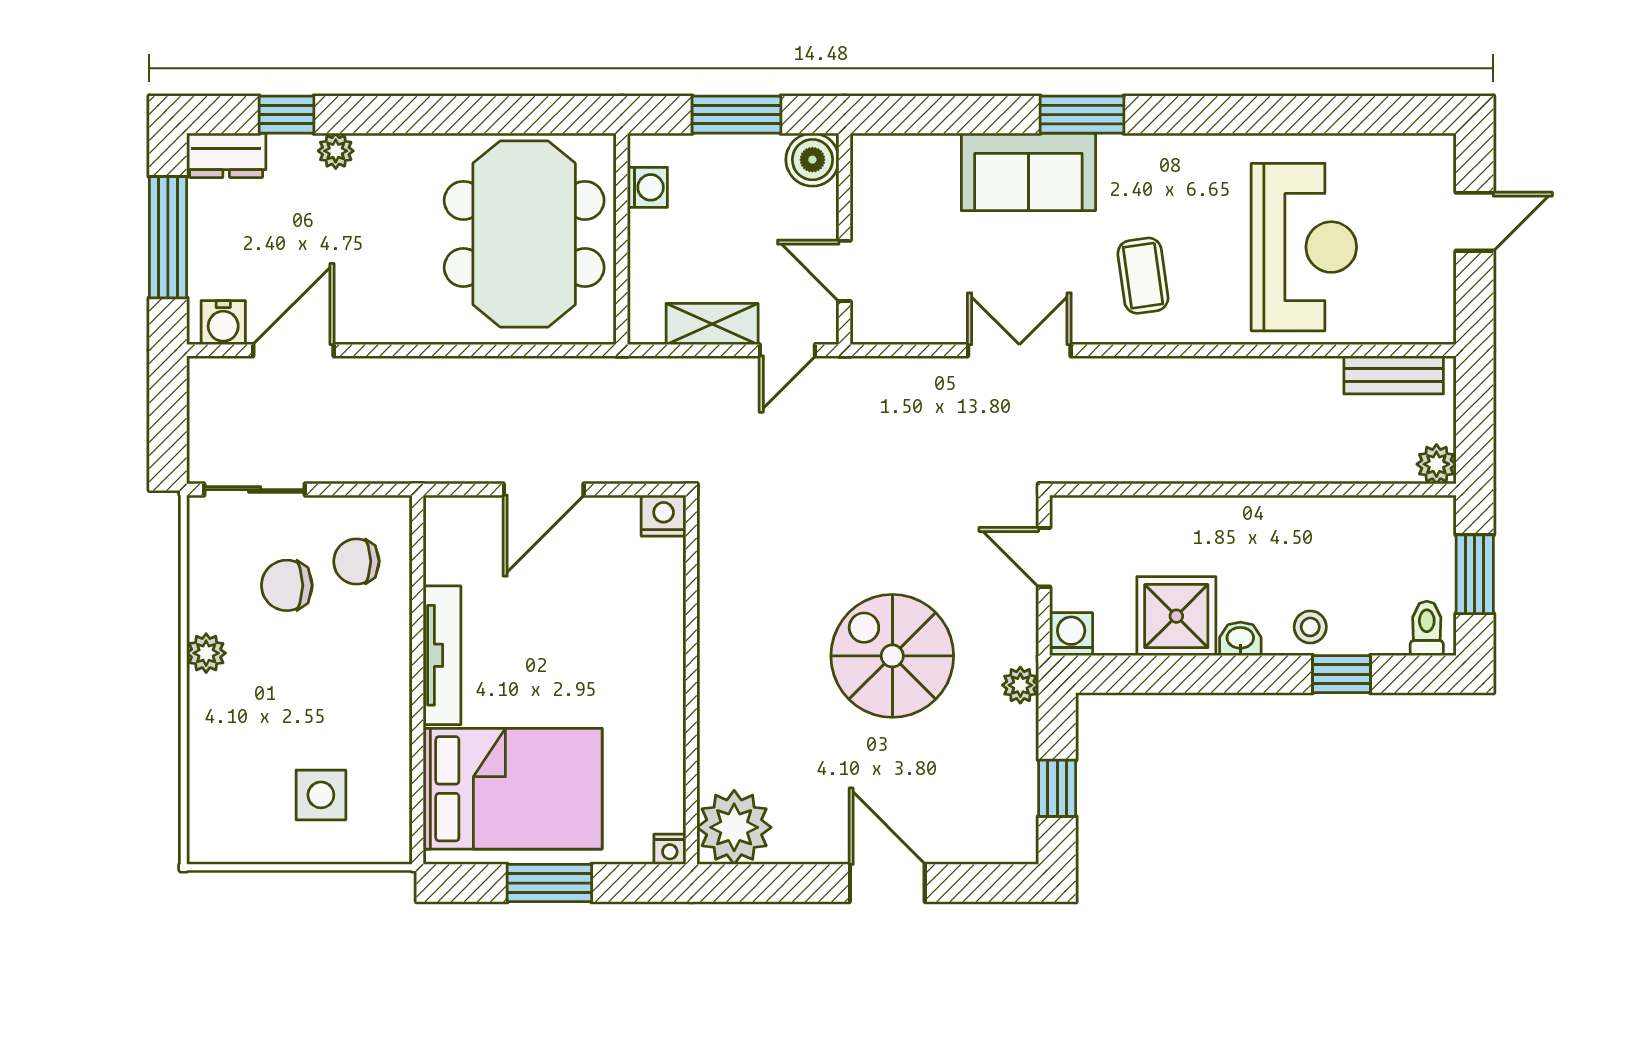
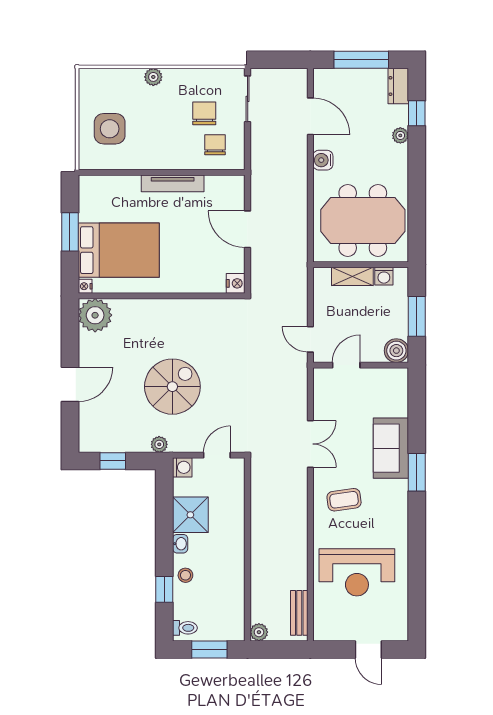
water cooler: (223, 323) -> (323, 160), moved
shelving: (712, 324) -> (352, 276), moved, turned 90
plant: (206, 653) -> (153, 77), moved
bed: (513, 789) -> (119, 250), moved, turned -90
side table: (321, 795) -> (110, 129), width x1.37, depth x1.37

